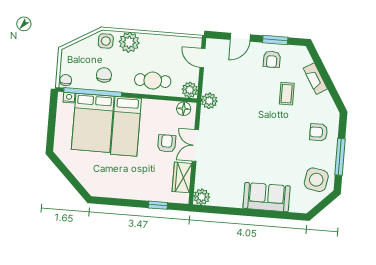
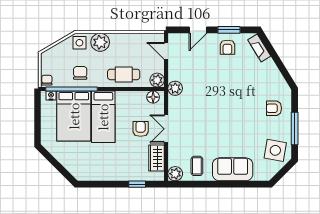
fireplace: (315, 79) -> (259, 48), moved
coffee table: (287, 94) -> (197, 166), moved

